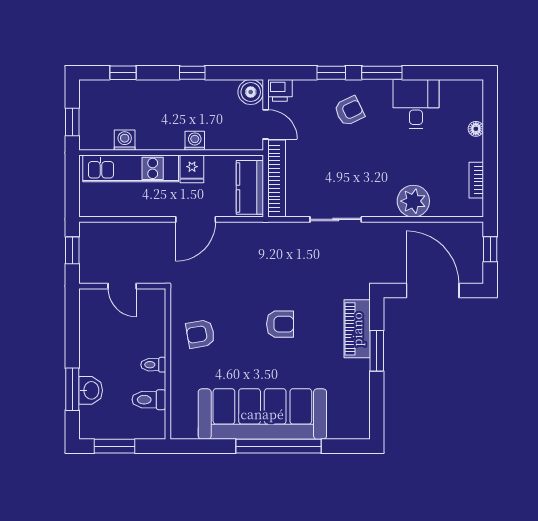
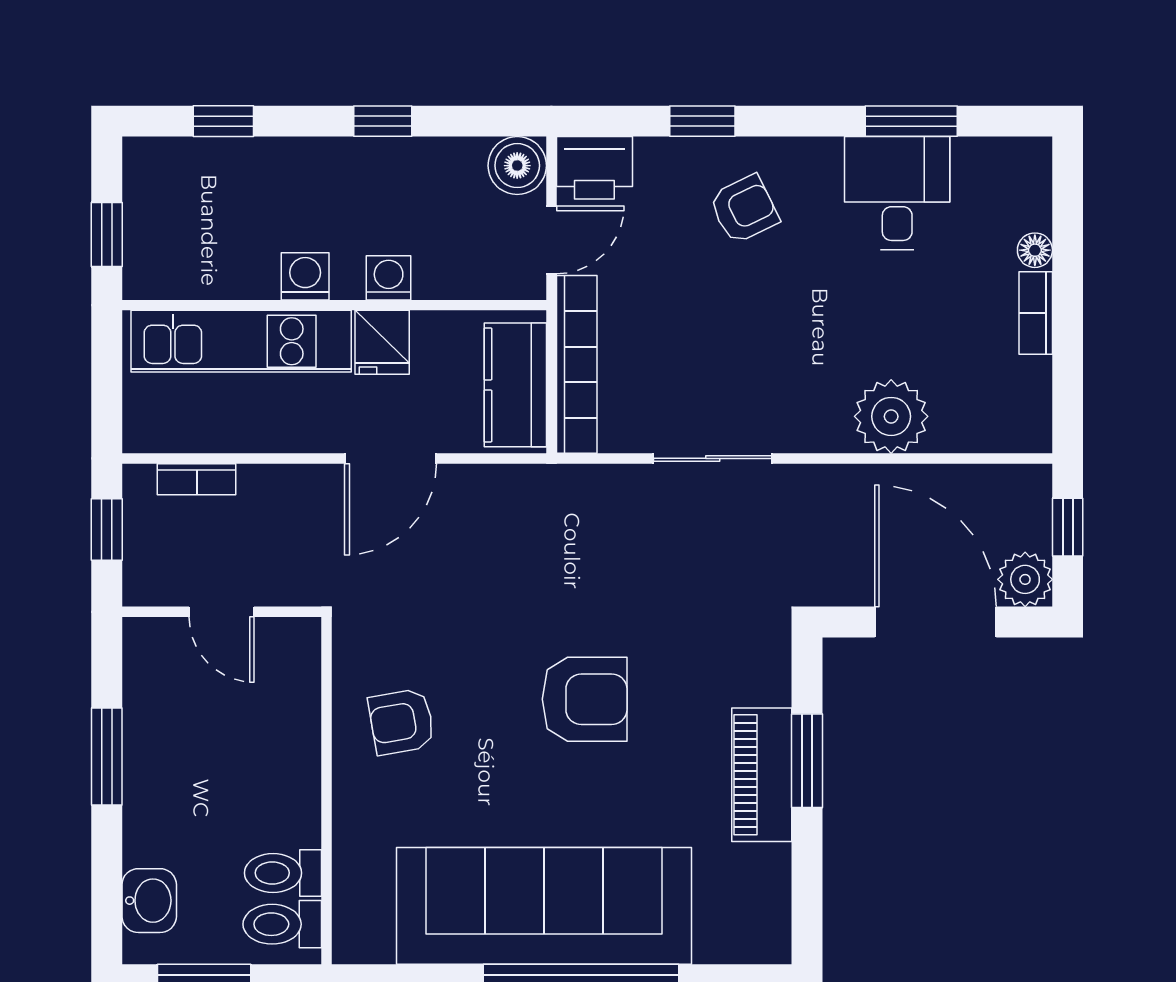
window: (382, 73) -> (911, 121), moved
printer: (280, 90) -> (594, 168), width x1.36, depth x1.24
door: (266, 124) -> (551, 240), hinge flipped
washing machine: (125, 140) -> (305, 276), moved
bookcase: (476, 180) -> (1036, 313), moved
bookcase: (111, 228) -> (197, 479), added
plant: (472, 272) -> (1025, 579), added
armchair: (280, 324) -> (585, 699), width x1.38, depth x1.38
piano: (357, 329) -> (762, 775), moved
toilet: (153, 365) -> (282, 924), moved, width x1.37, depth x1.39
window: (72, 389) -> (107, 757), moved
washbasin: (91, 390) -> (149, 901), moved

